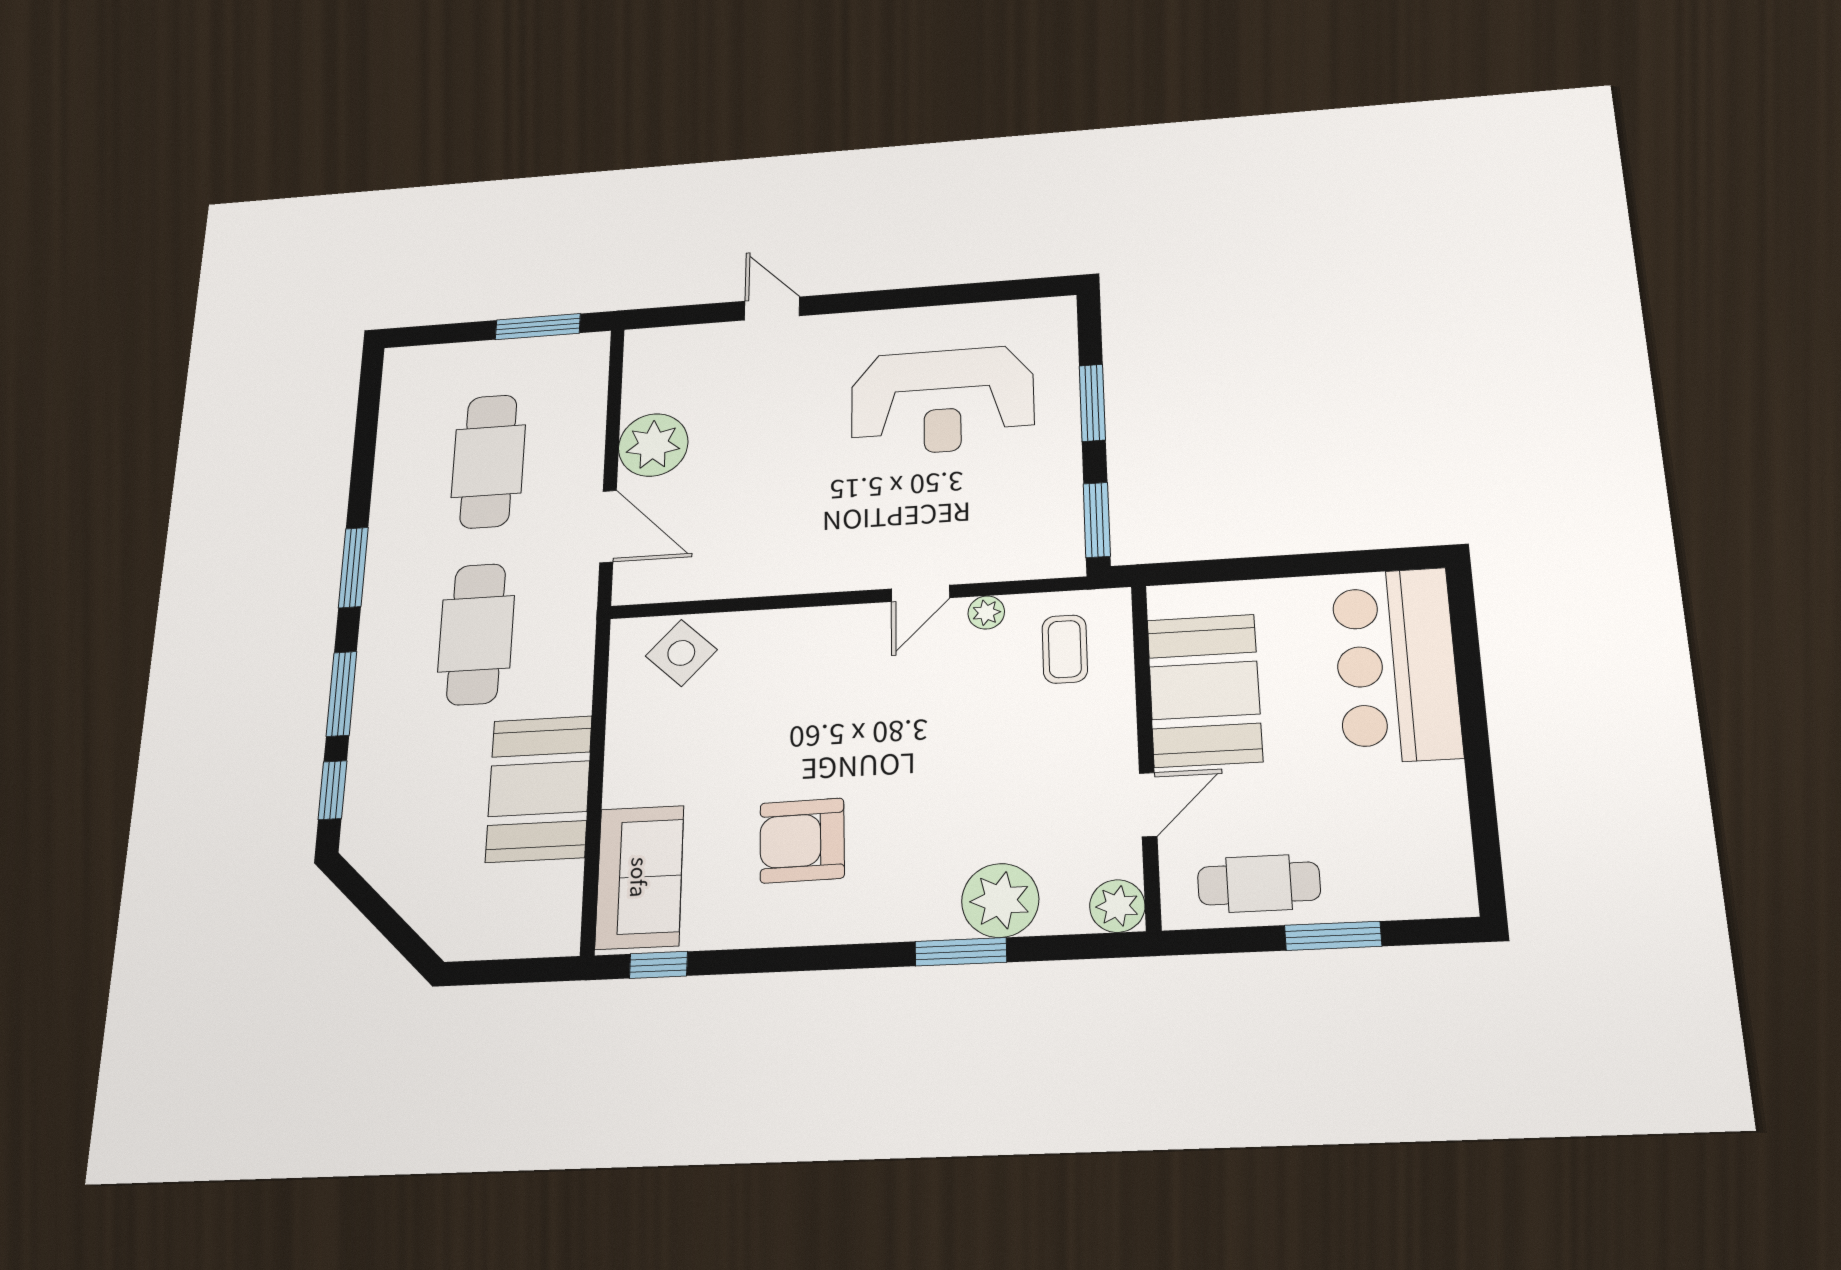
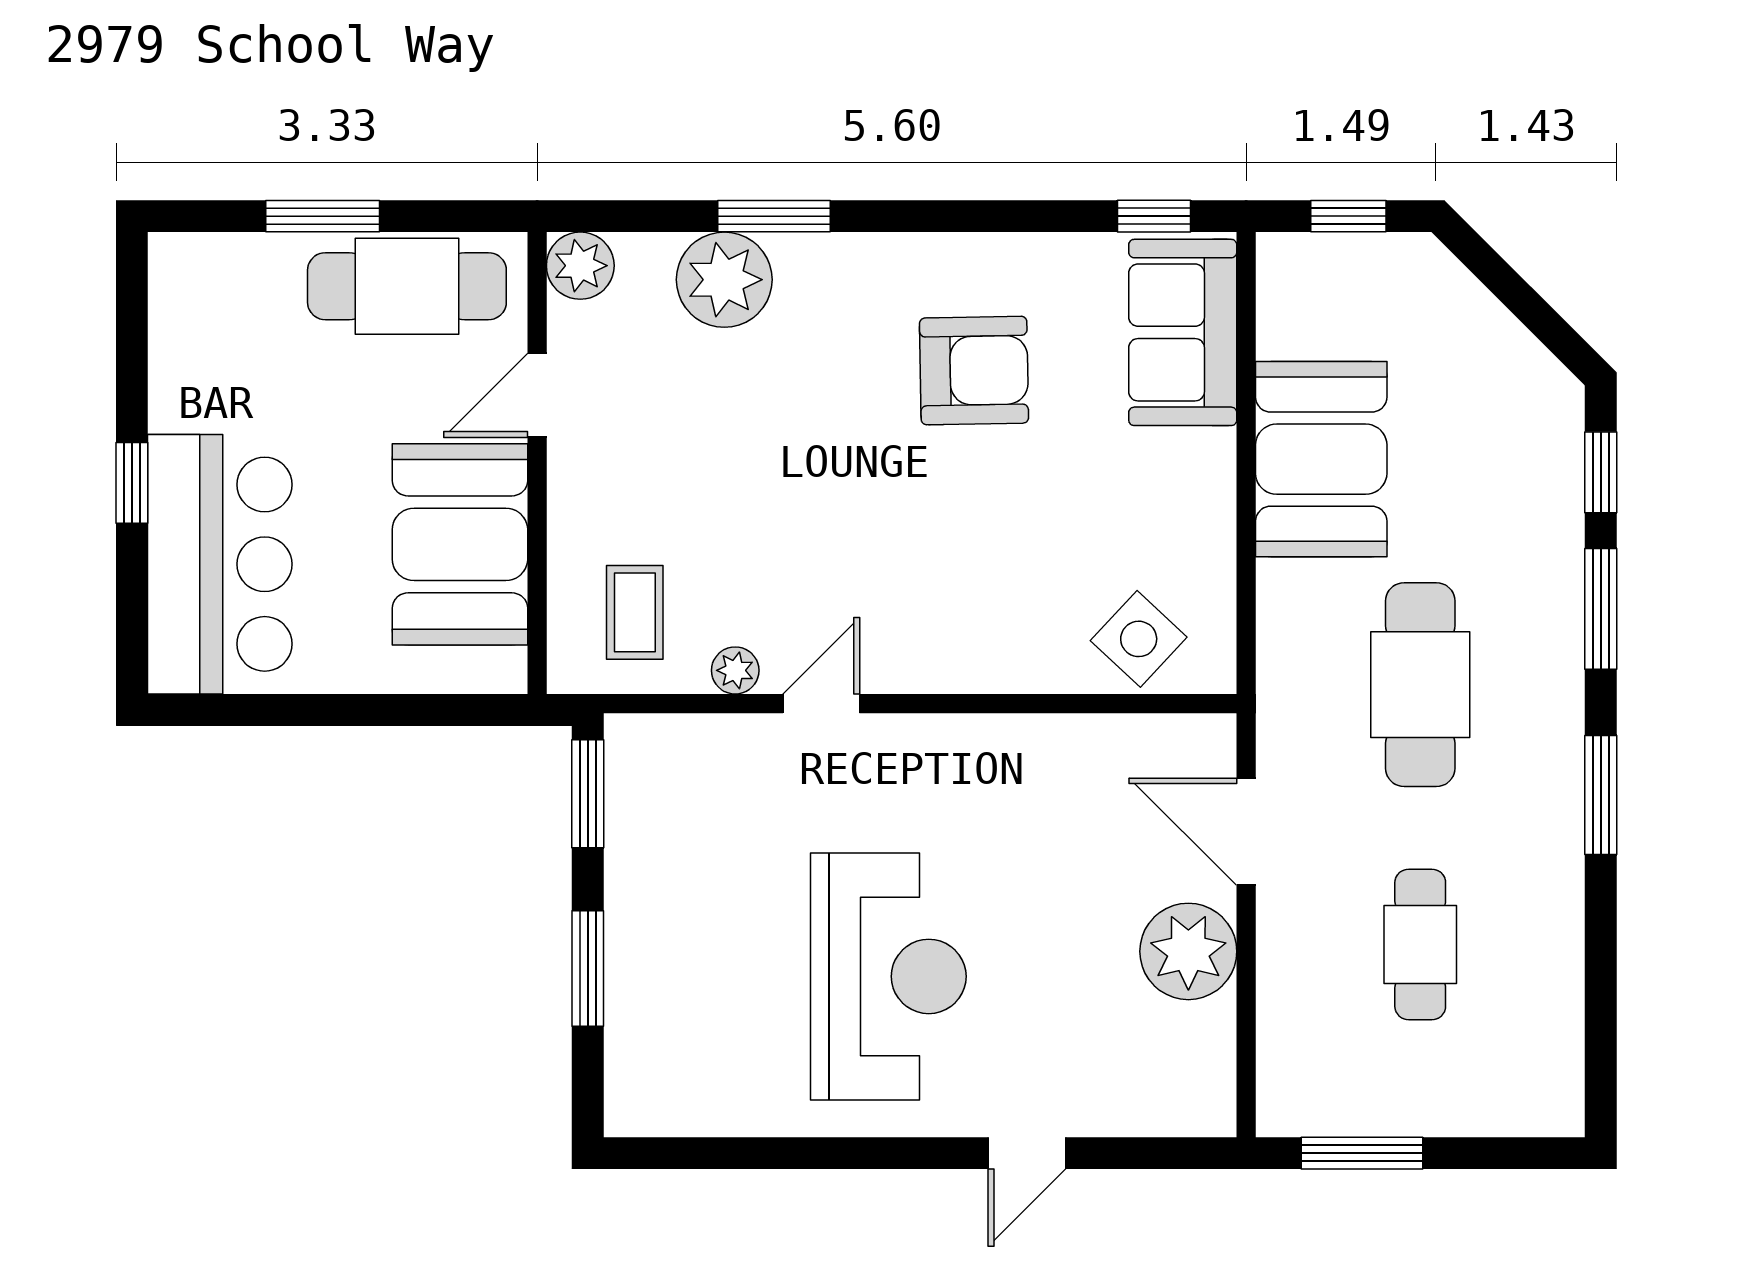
door: (772, 309) -> (1027, 1153), hinge flipped
reception desk: (942, 401) -> (888, 976), moved, turned 90
cafe table: (488, 461) -> (1420, 944), width x0.73, depth x0.74
window: (1474, 721) -> (132, 483), added
cafe table: (1259, 883) -> (407, 286), width x1.37, depth x1.35
window: (507, 971) -> (1348, 216), added

